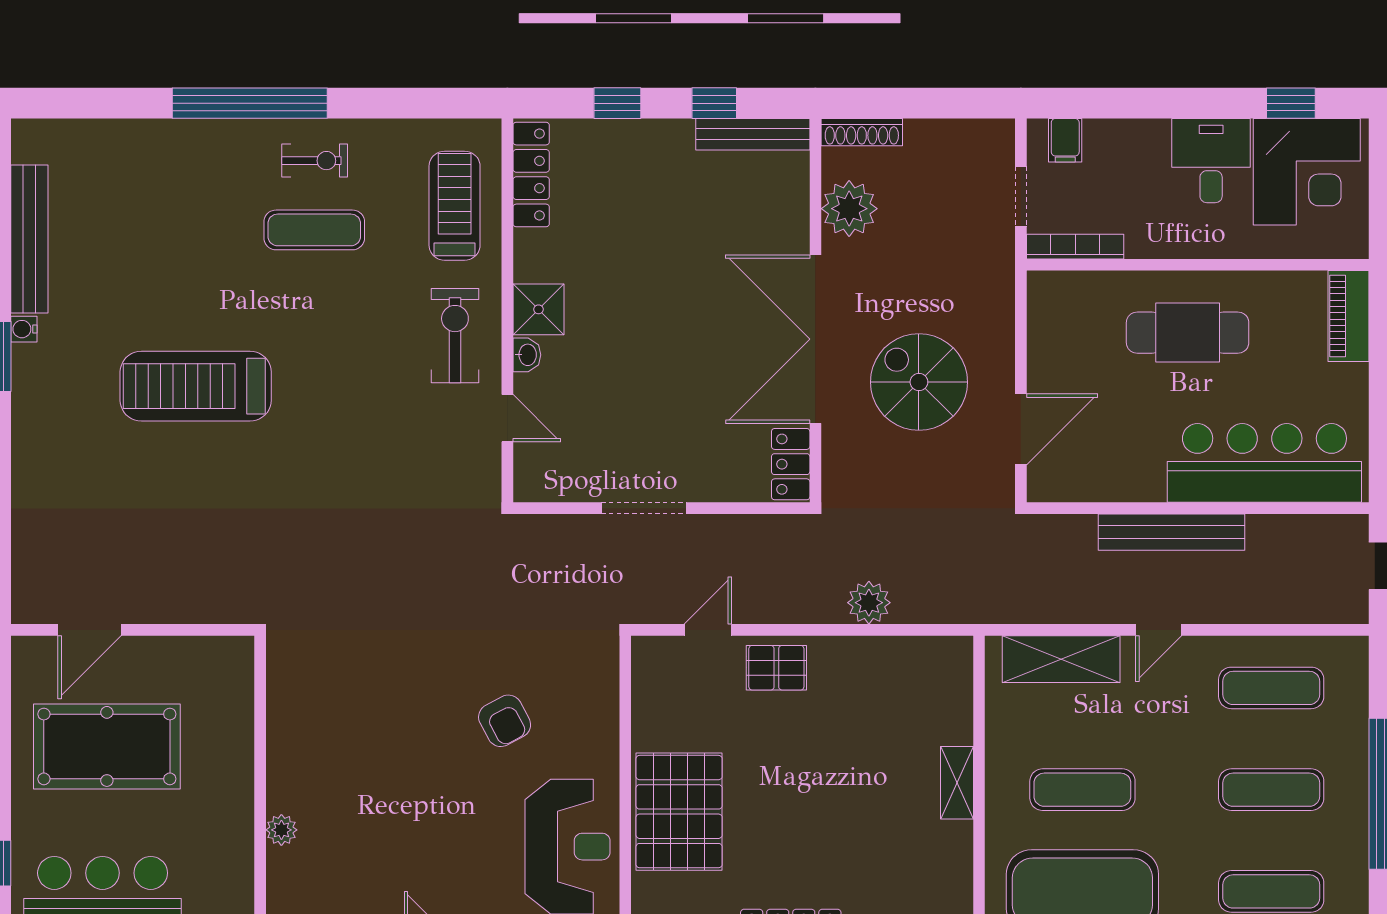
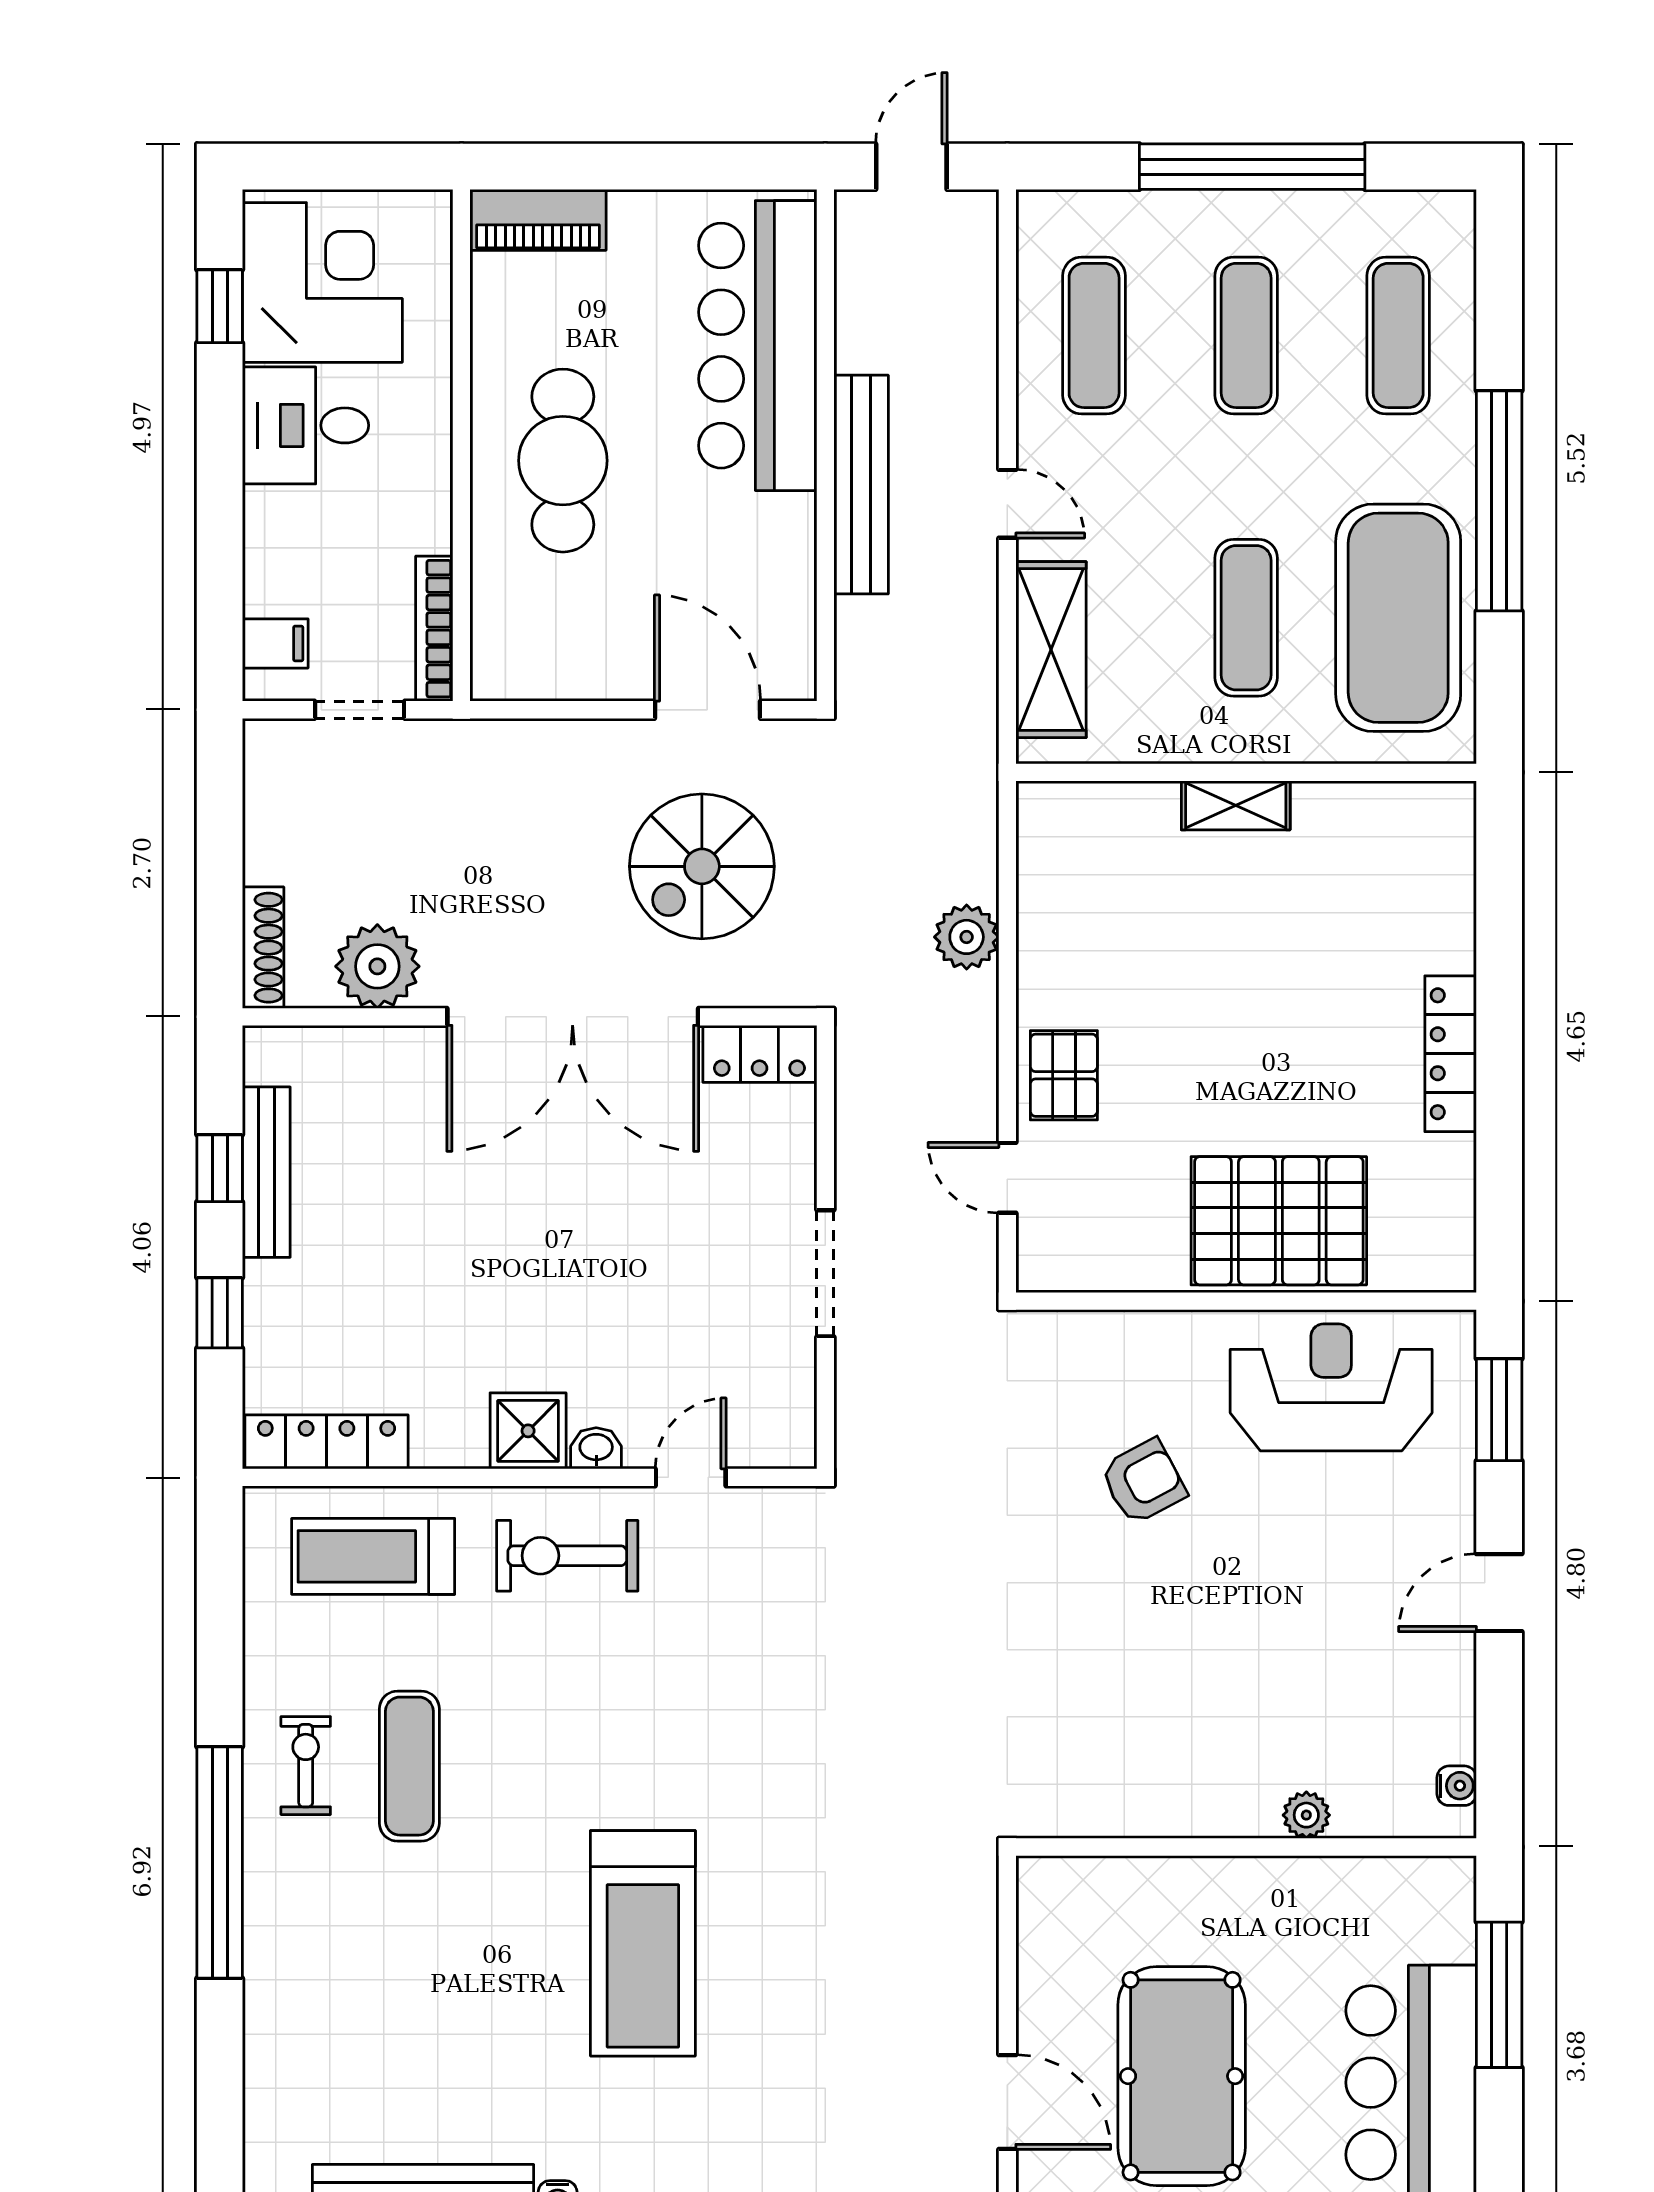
bench: (753, 134) -> (266, 1172), moved
spiral stairs: (919, 382) -> (702, 866), moved

